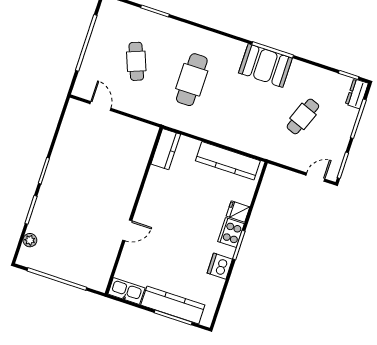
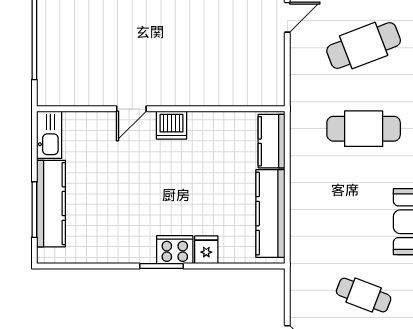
cafe table: (136, 61) -> (364, 46), width x1.37, depth x1.35
kitchen counter: (166, 149) -> (272, 141), moved, turned 90
door: (127, 230) -> (131, 109), hinge flipped
dishwasher: (220, 266) -> (171, 125), moved, turned 180

